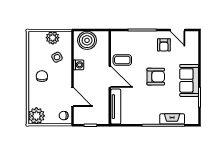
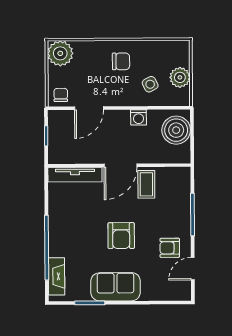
fireplace: (172, 119) -> (57, 276), moved

